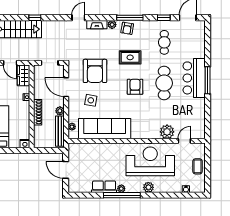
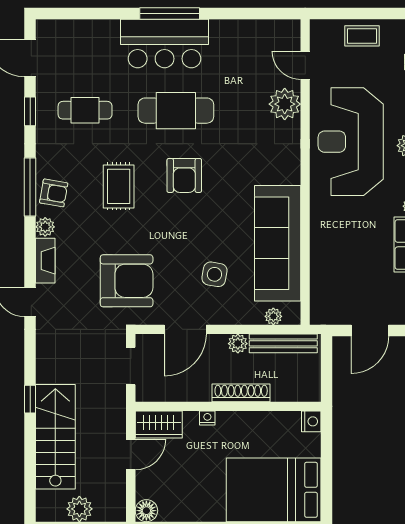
armchair: (95, 71) -> (127, 281), moved
armchair: (135, 87) -> (184, 175), turned -90

